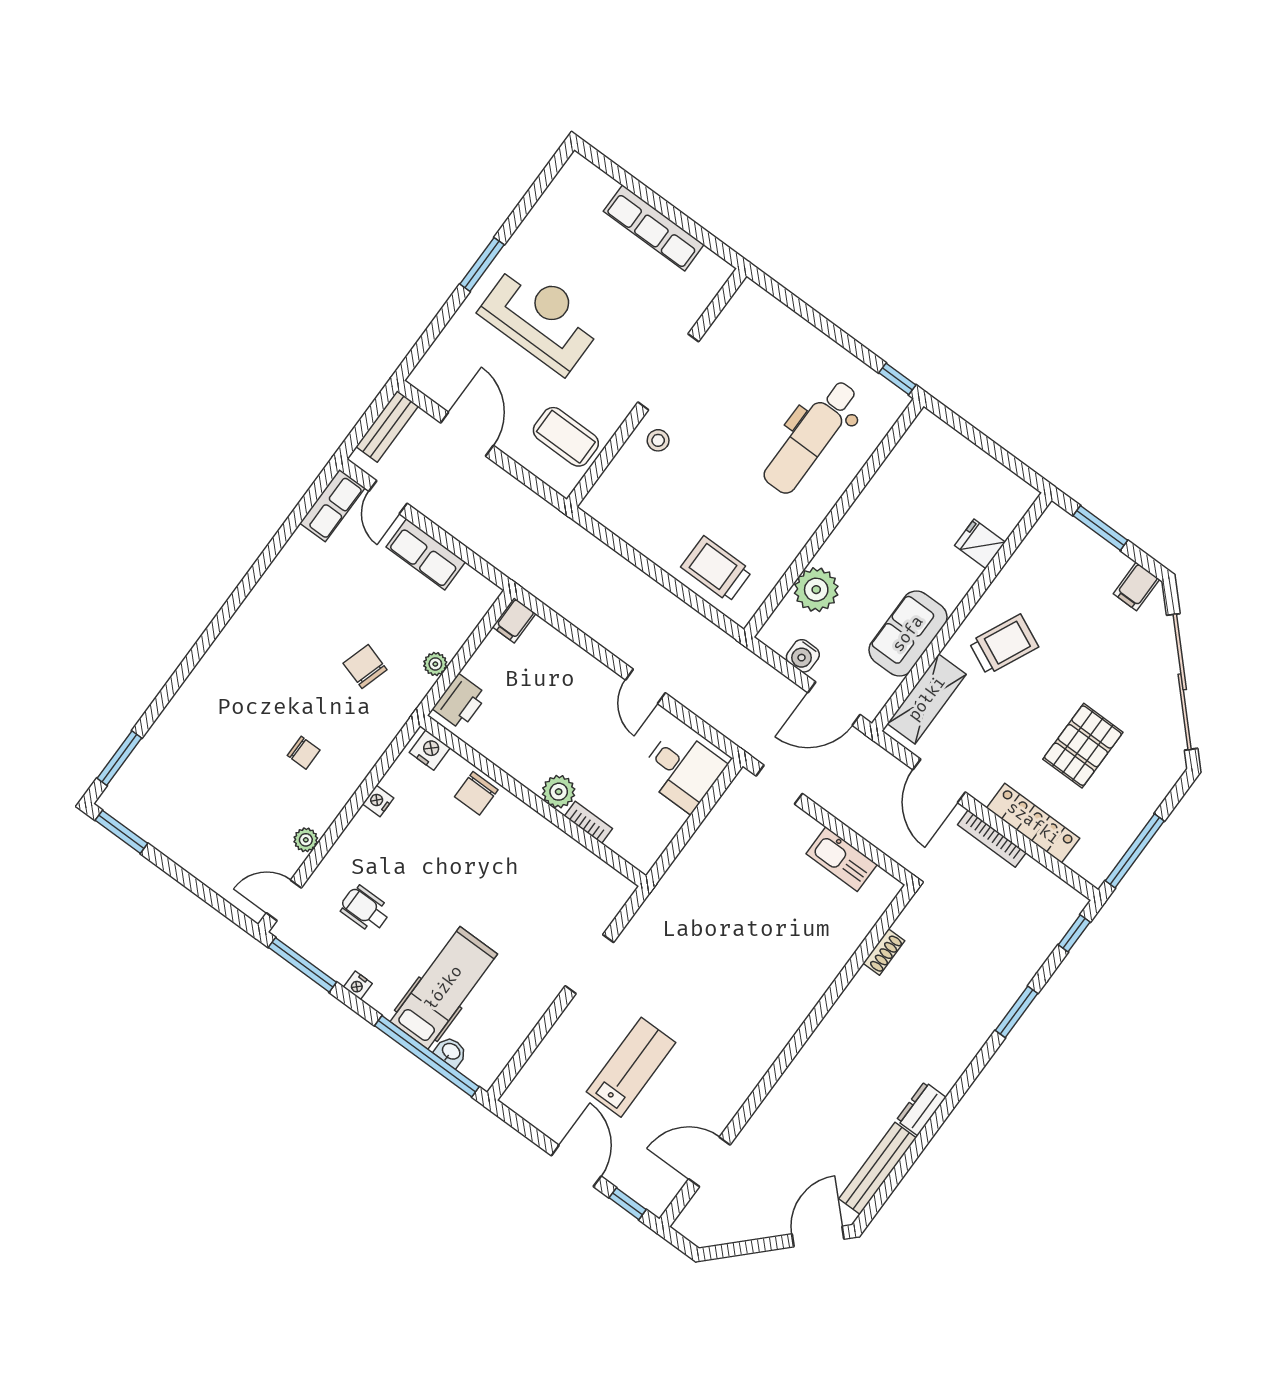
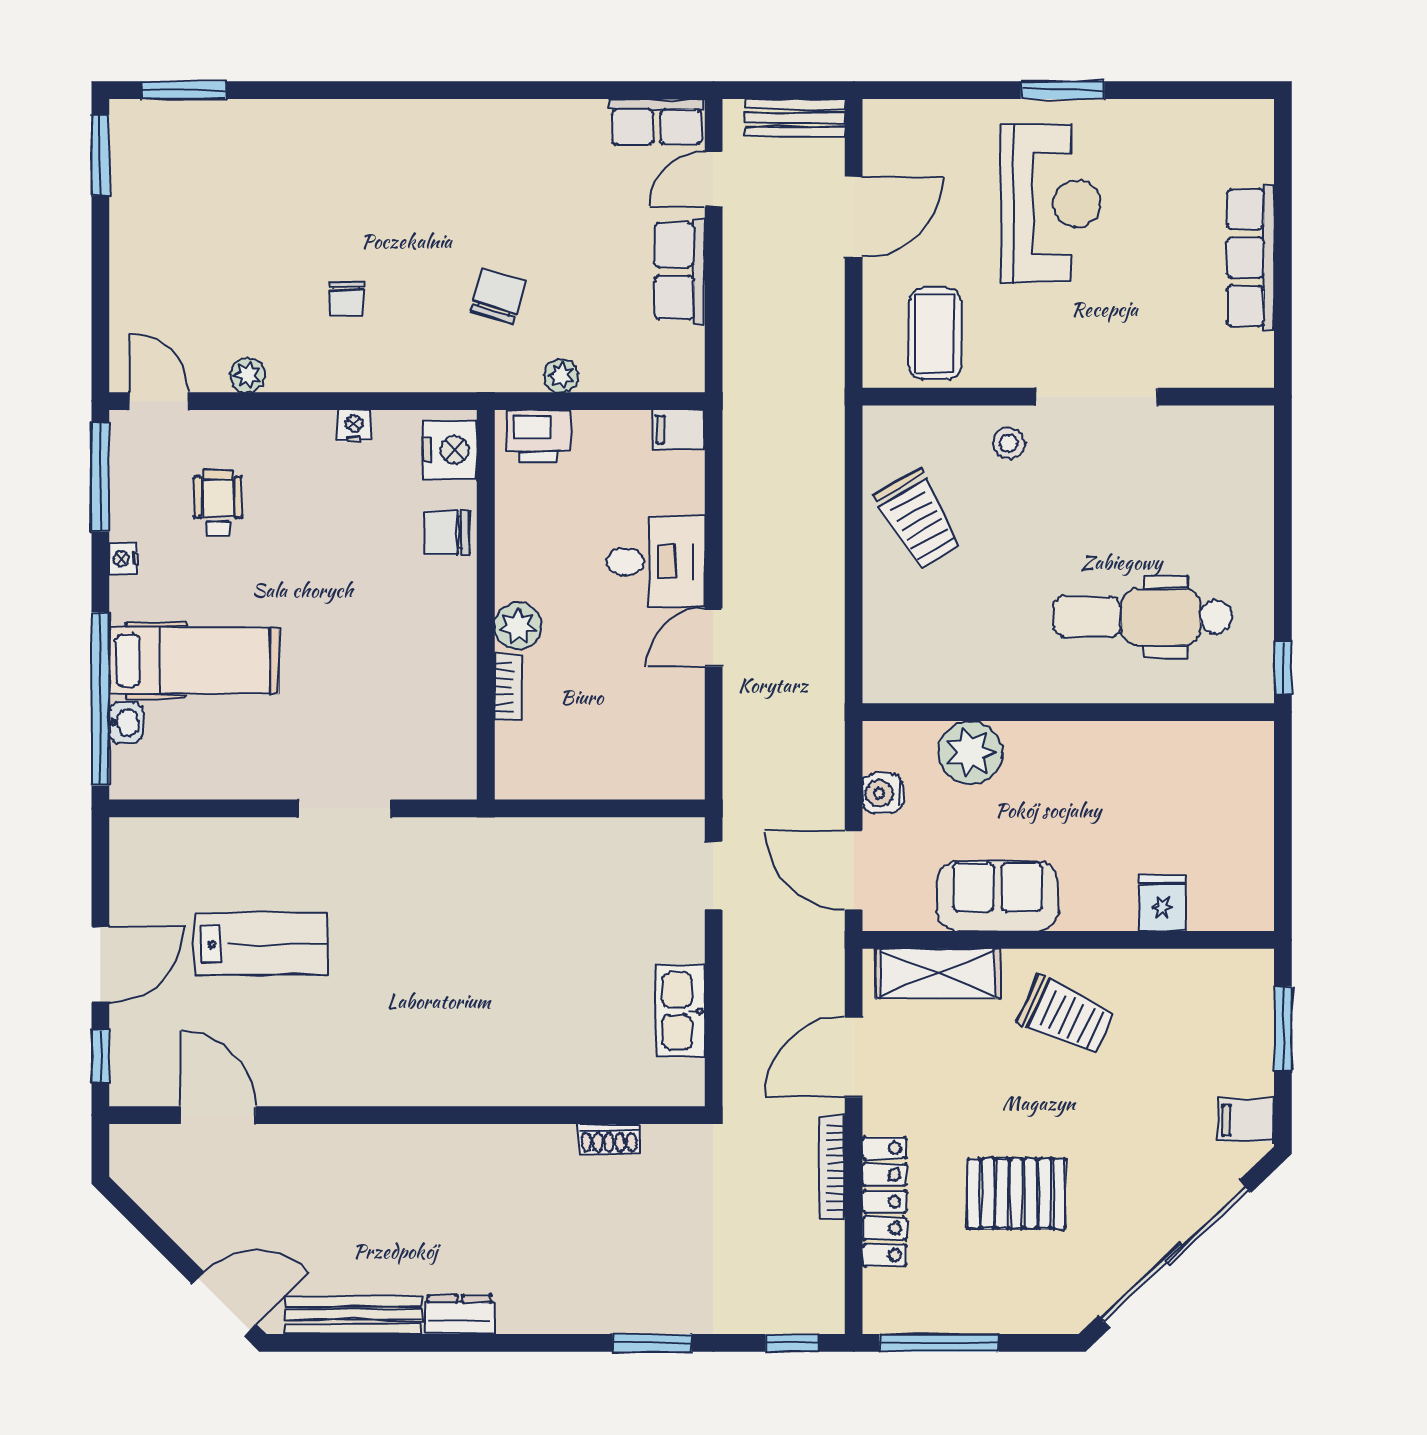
trolley: (716, 569) -> (919, 519), moved, turned 150
nightstand: (430, 750) -> (450, 450), width x1.36, depth x1.33
desk: (682, 770) -> (656, 561), moved, turned -90

